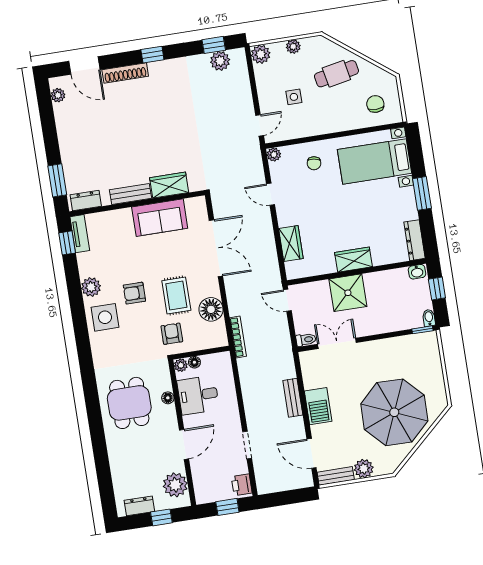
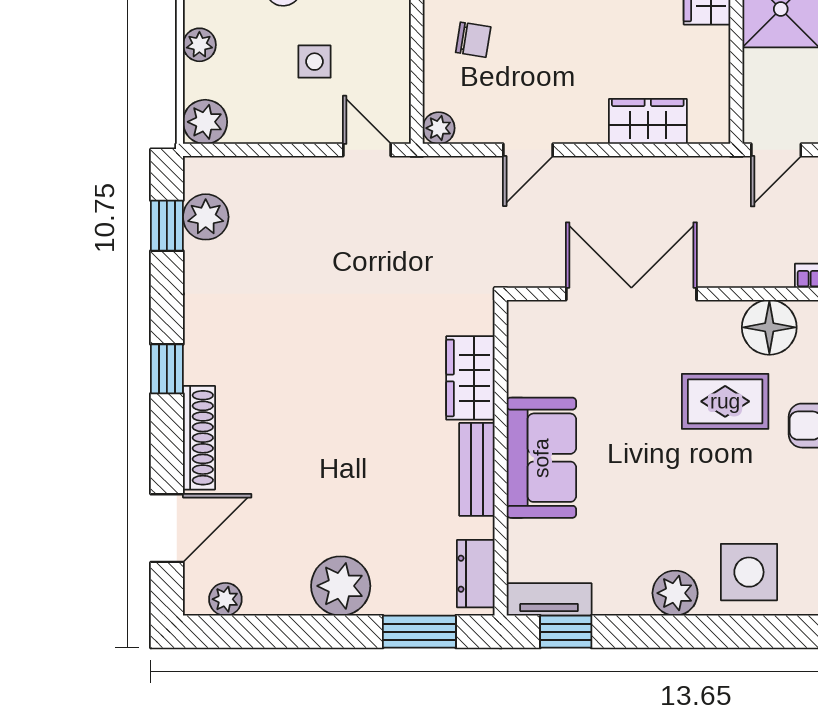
plant: (71, 144) -> (341, 586), added
sofa: (160, 218) -> (541, 458), moved
armchair: (134, 293) -> (704, 496), removed

